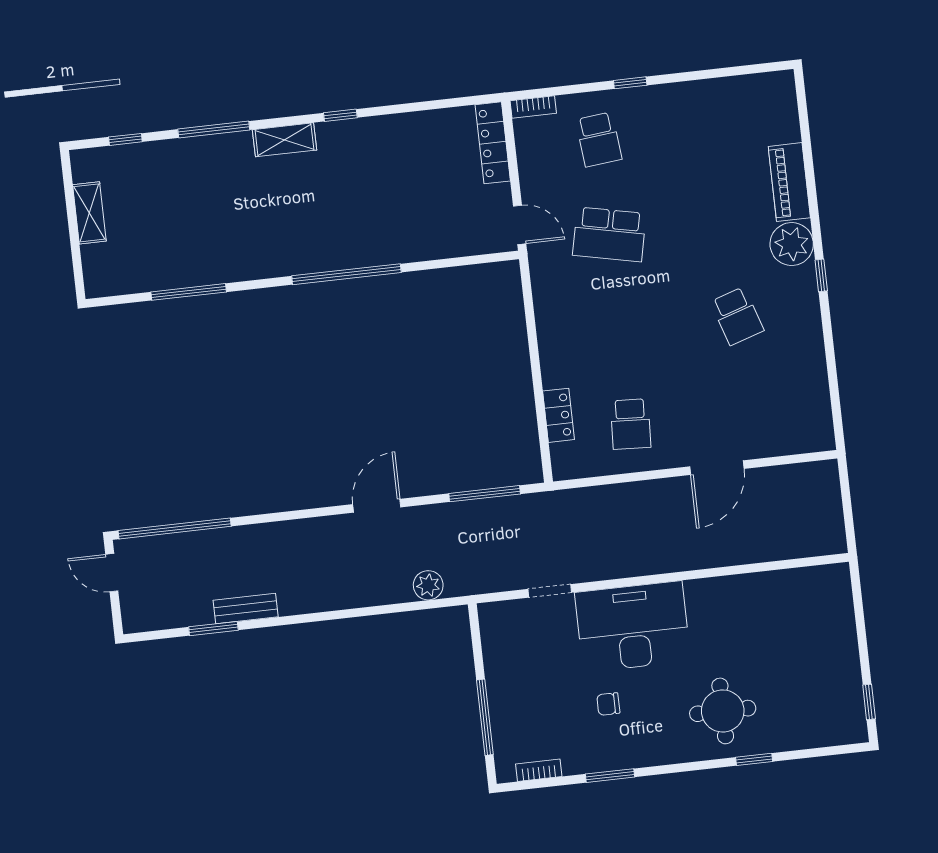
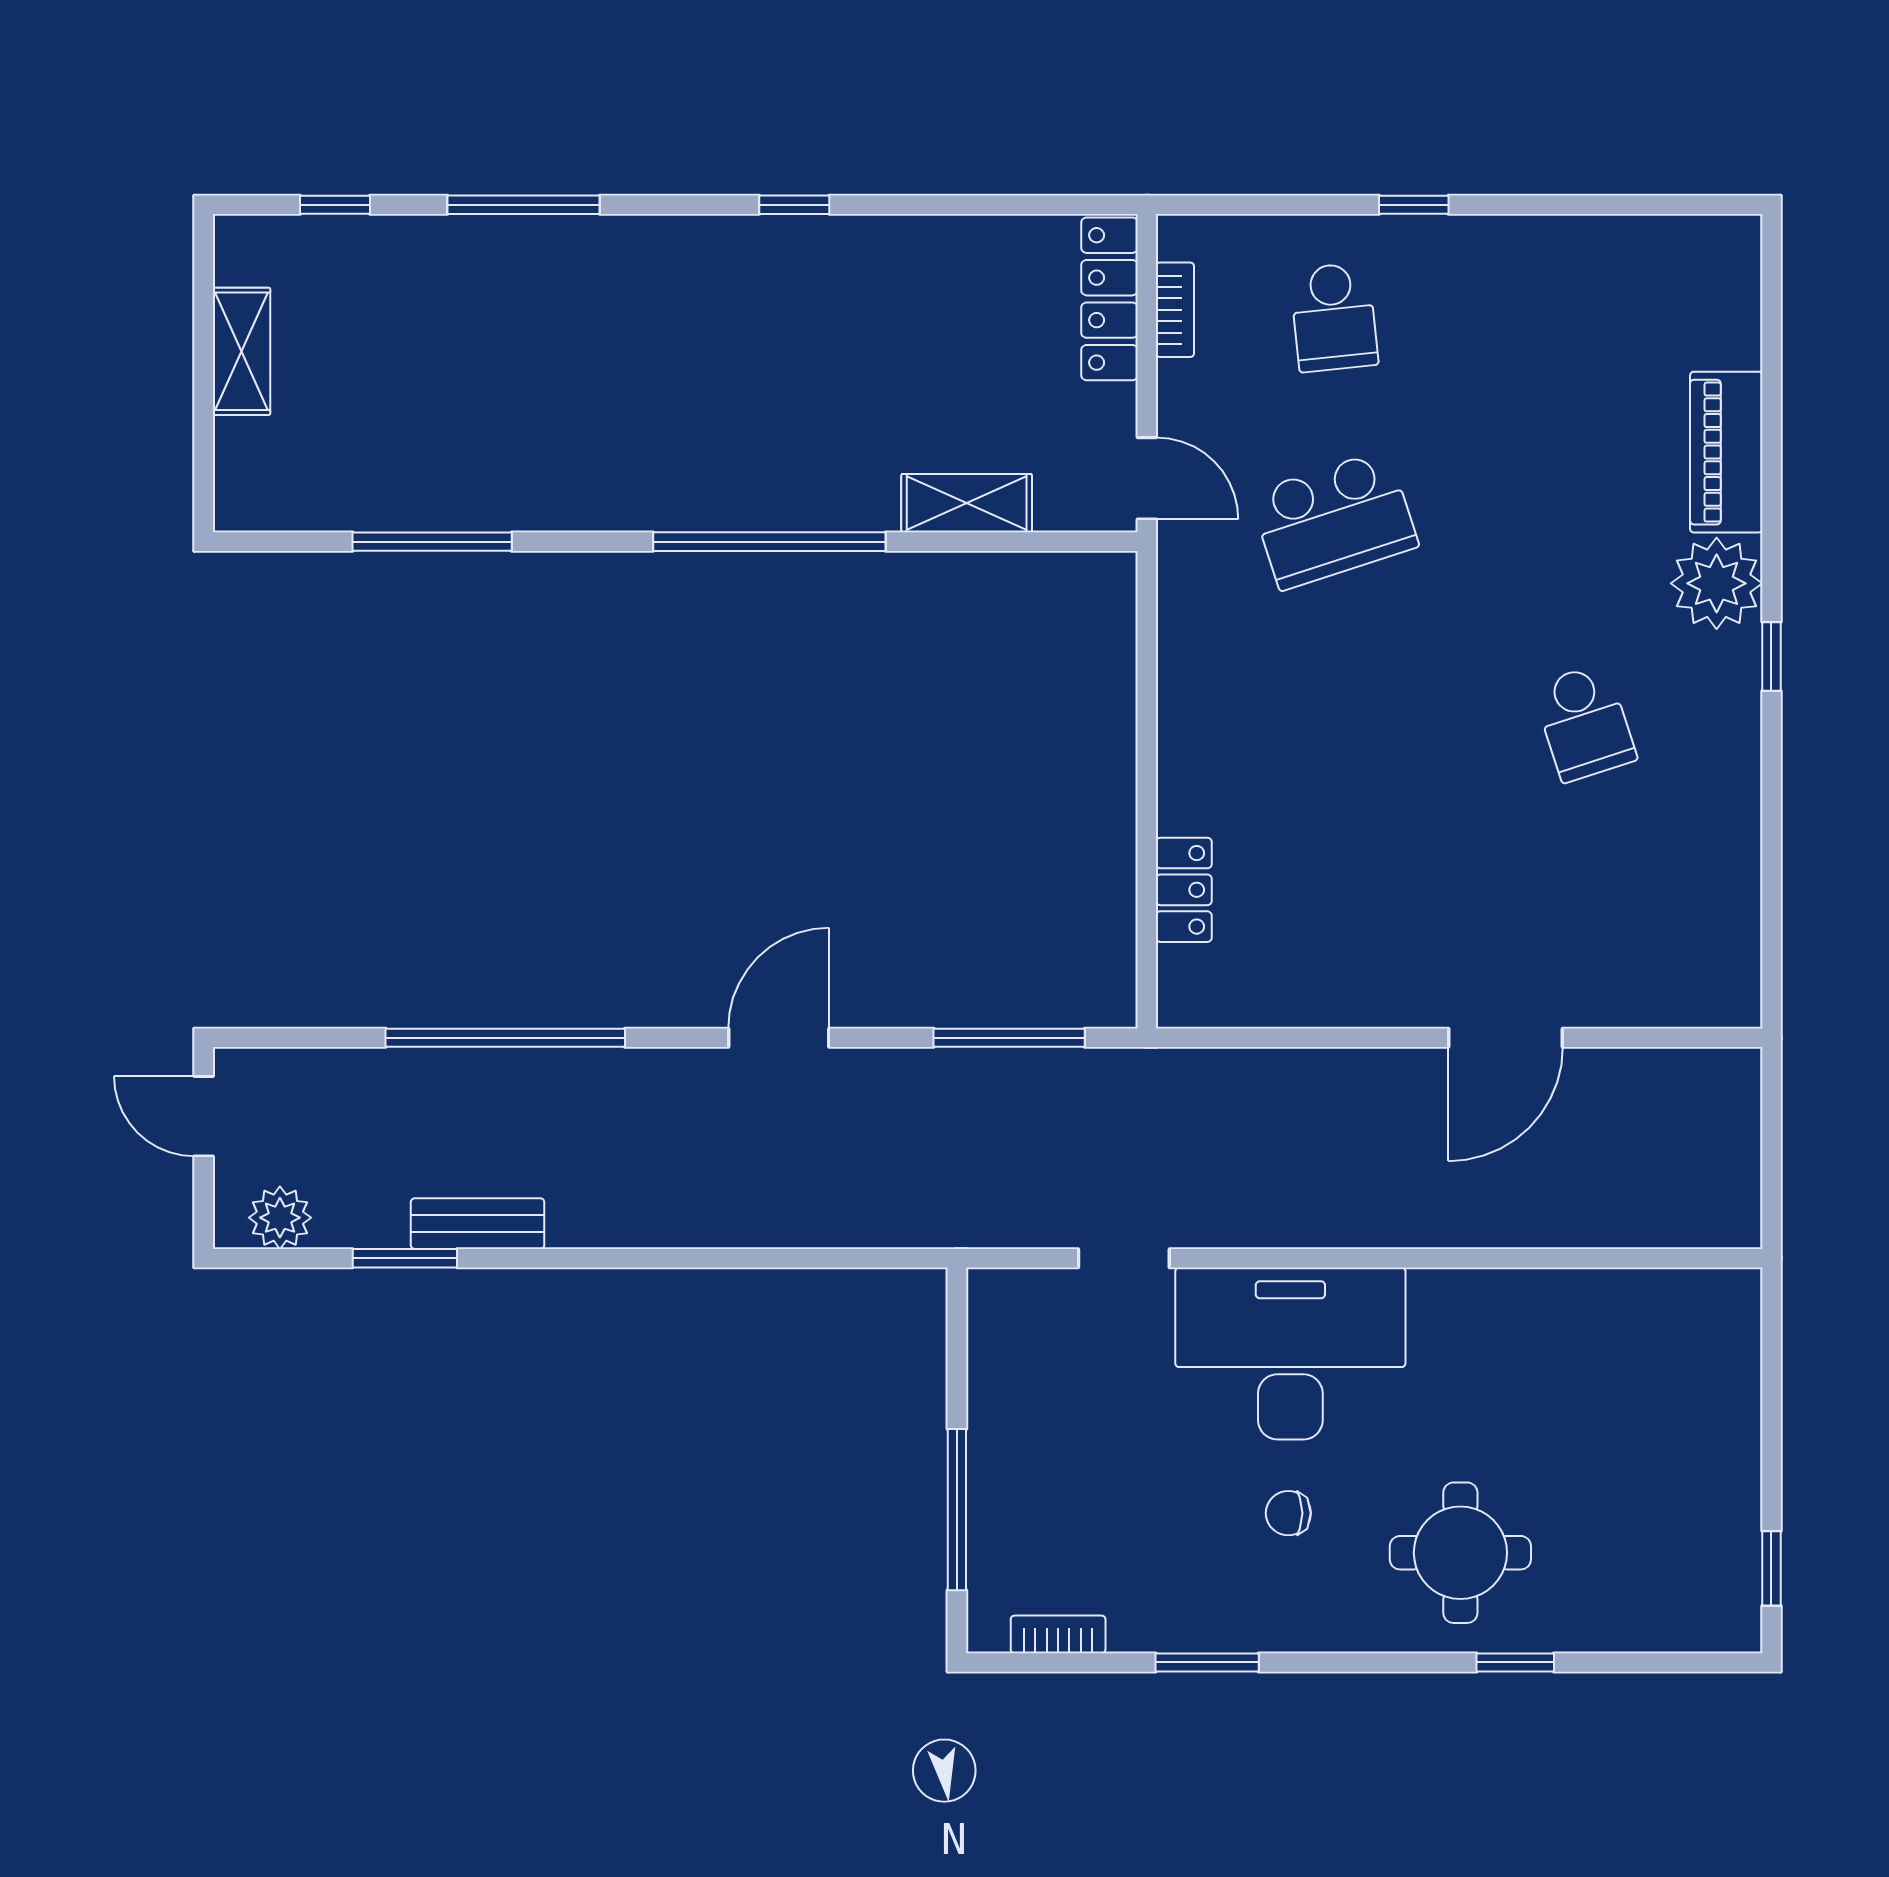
bookcase: (533, 107) -> (1175, 310), moved, turned -90
shelving: (284, 140) -> (967, 503), moved
school desk: (609, 234) -> (1334, 520), turned -30
school desk: (631, 424) -> (1334, 925), removed
window: (175, 528) -> (505, 1038), moved
plant: (428, 585) -> (280, 1218), moved
chair: (608, 704) -> (1288, 1513), moved

